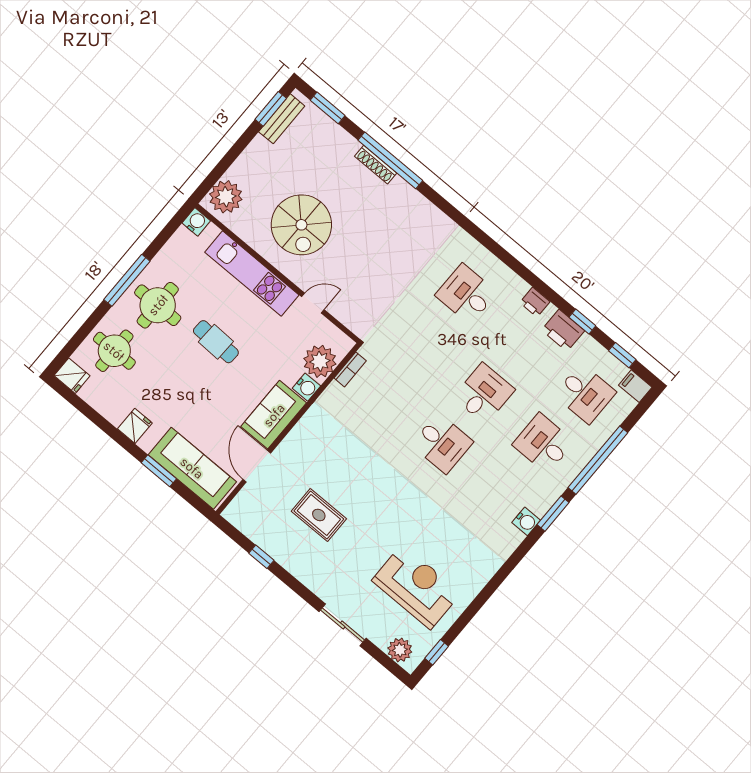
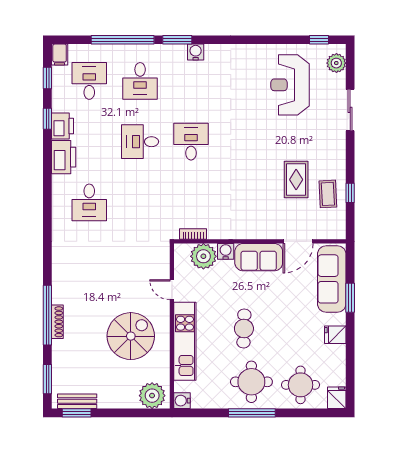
printer: (535, 302) -> (64, 157), width x1.87, depth x1.48
coffee table: (279, 534) -> (328, 194), added

